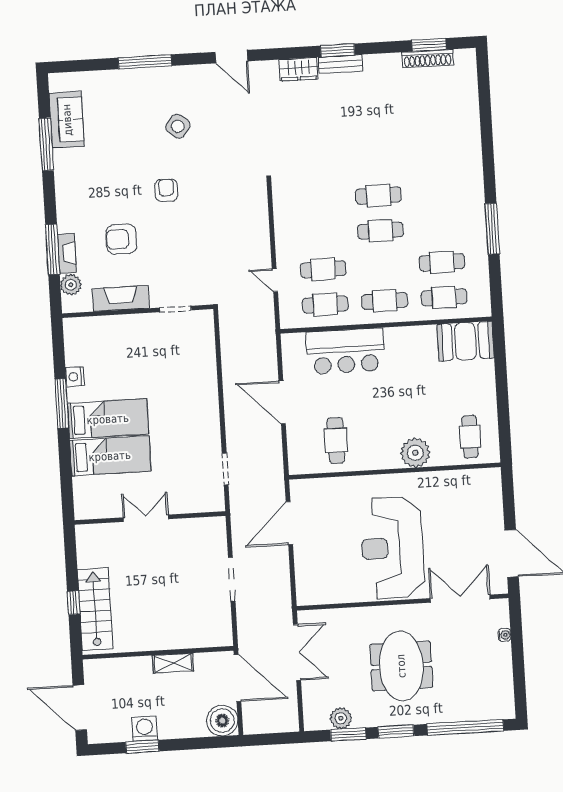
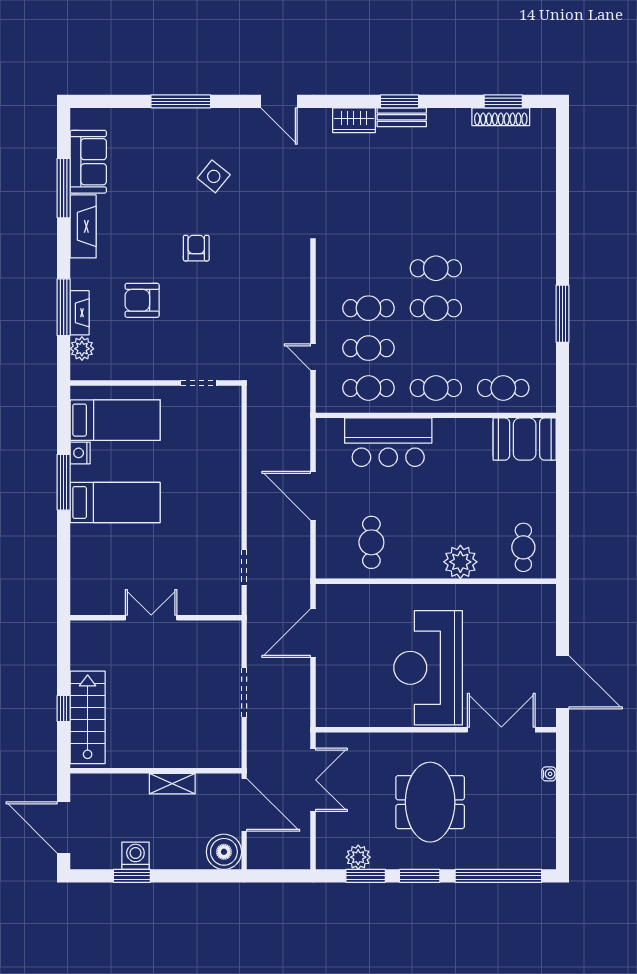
cafe table: (442, 262) -> (368, 308), moved
fireplace: (121, 298) -> (83, 226), moved, turned 90
bed: (110, 456) -> (115, 420), moved

